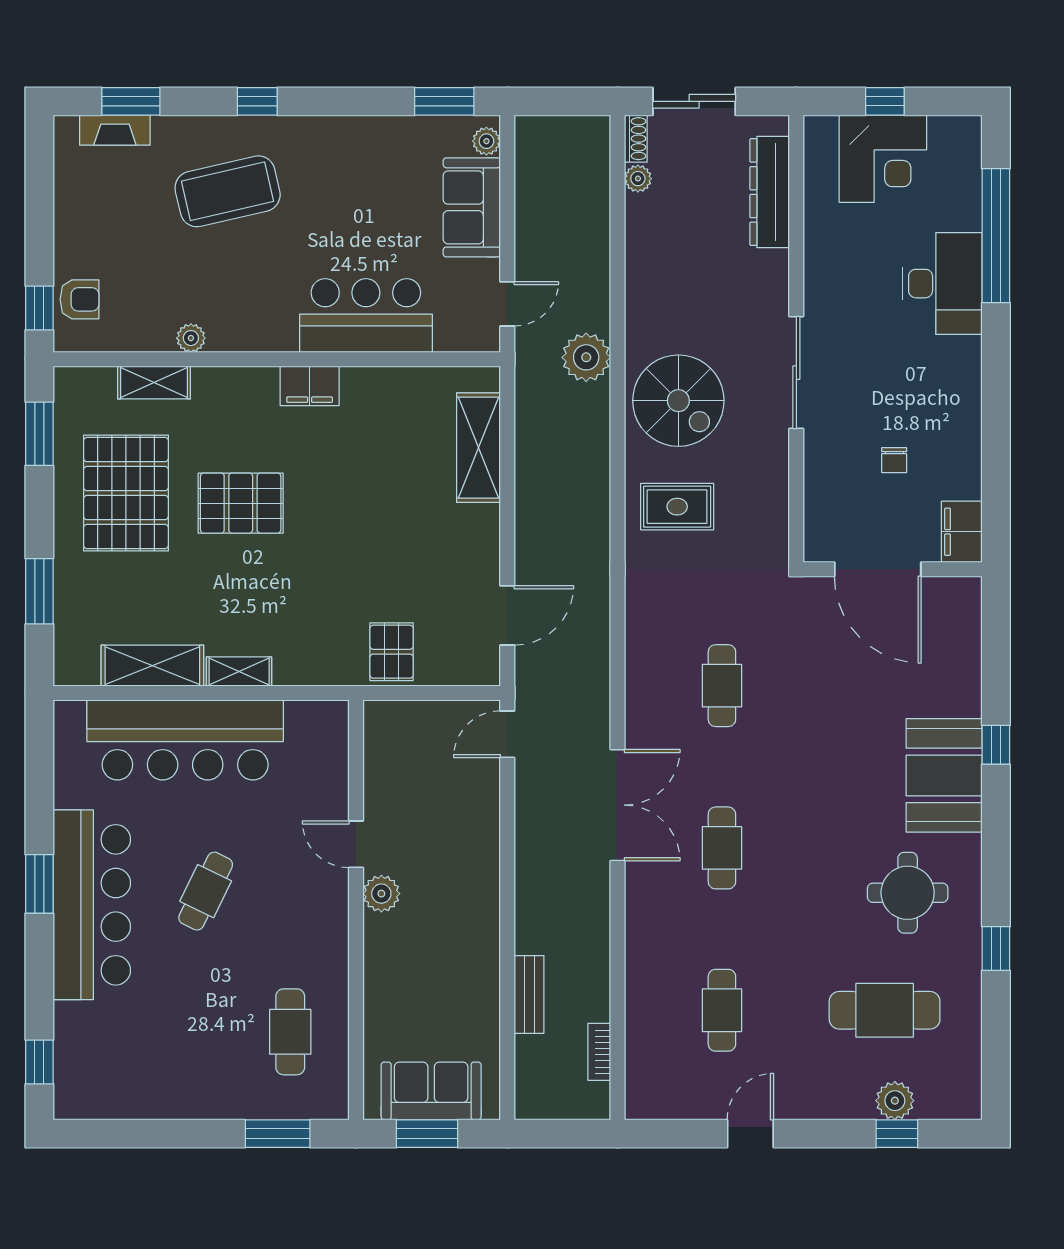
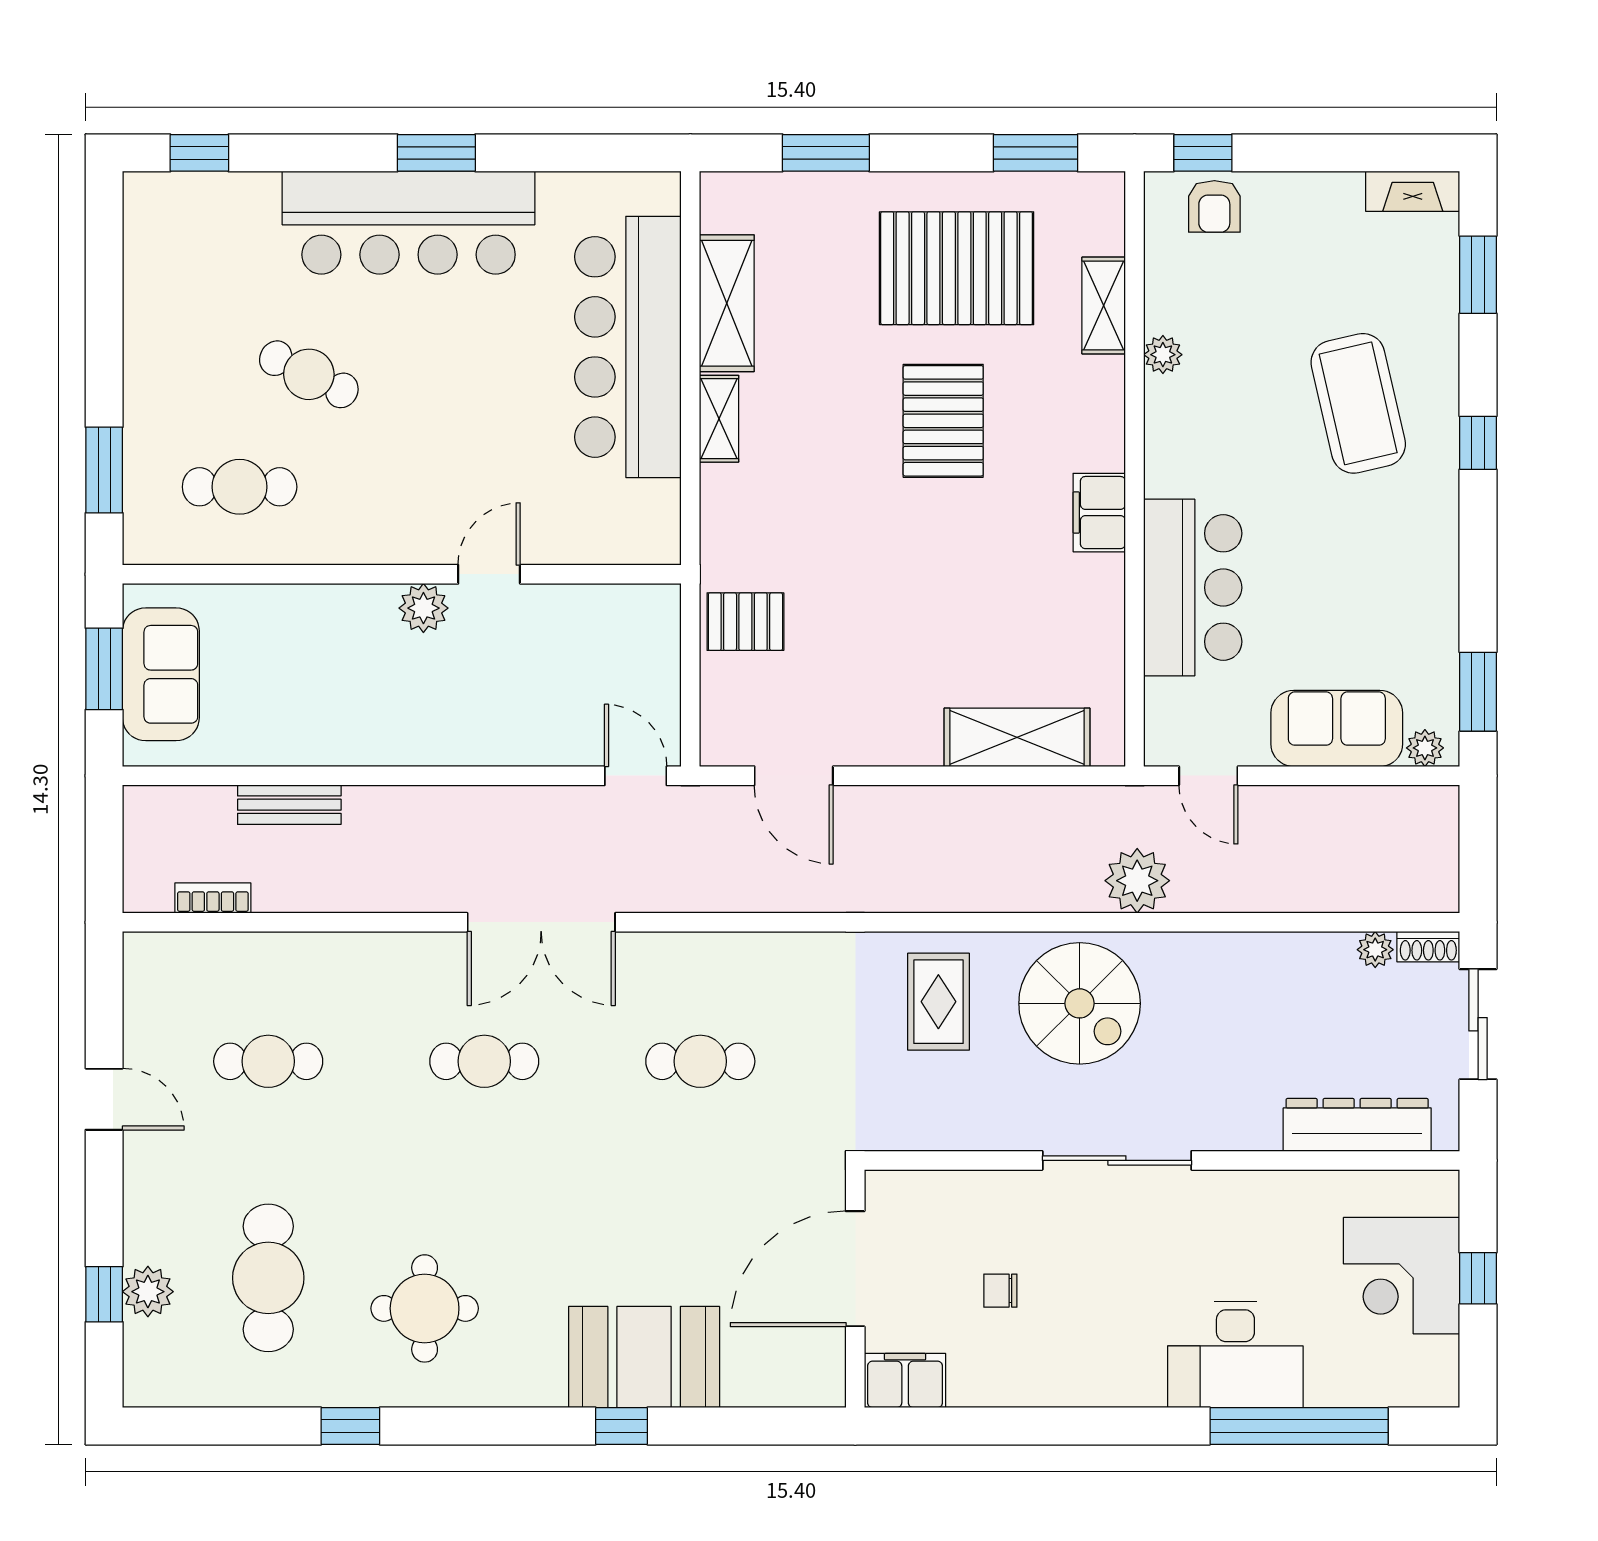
fireplace: (115, 130) -> (1413, 191), moved, turned -90
spiral stairs: (678, 401) -> (1080, 1003), turned -90
booth: (944, 775) -> (644, 1357), moved
cafe table: (206, 891) -> (309, 374), moved

